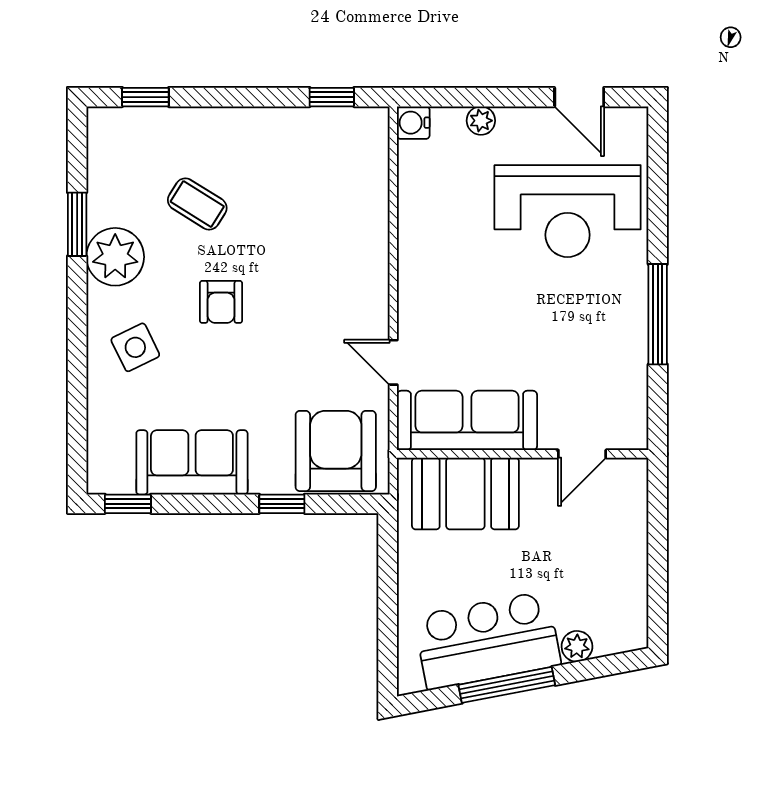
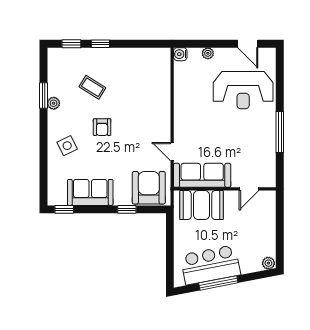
window: (332, 97) -> (100, 44), moved
plant: (115, 257) -> (54, 103), width x0.53, depth x0.53
plant: (577, 646) -> (268, 263), moved

